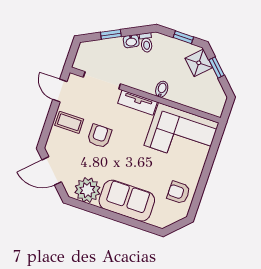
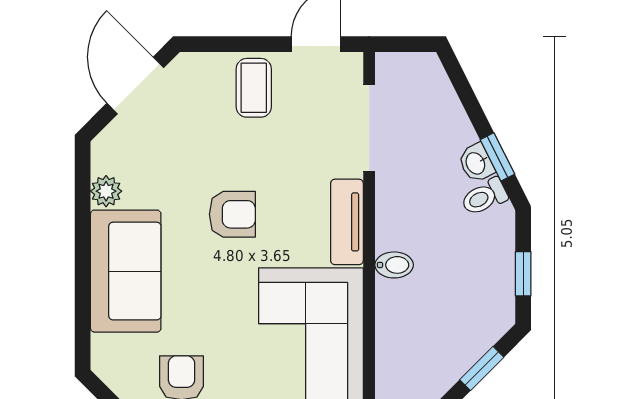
window: (111, 34) -> (497, 157), moved
shower: (199, 63) -> (479, 326), removed
armchair: (99, 136) -> (232, 214), moved
plant: (87, 190) -> (106, 191), width x0.53, depth x0.53

